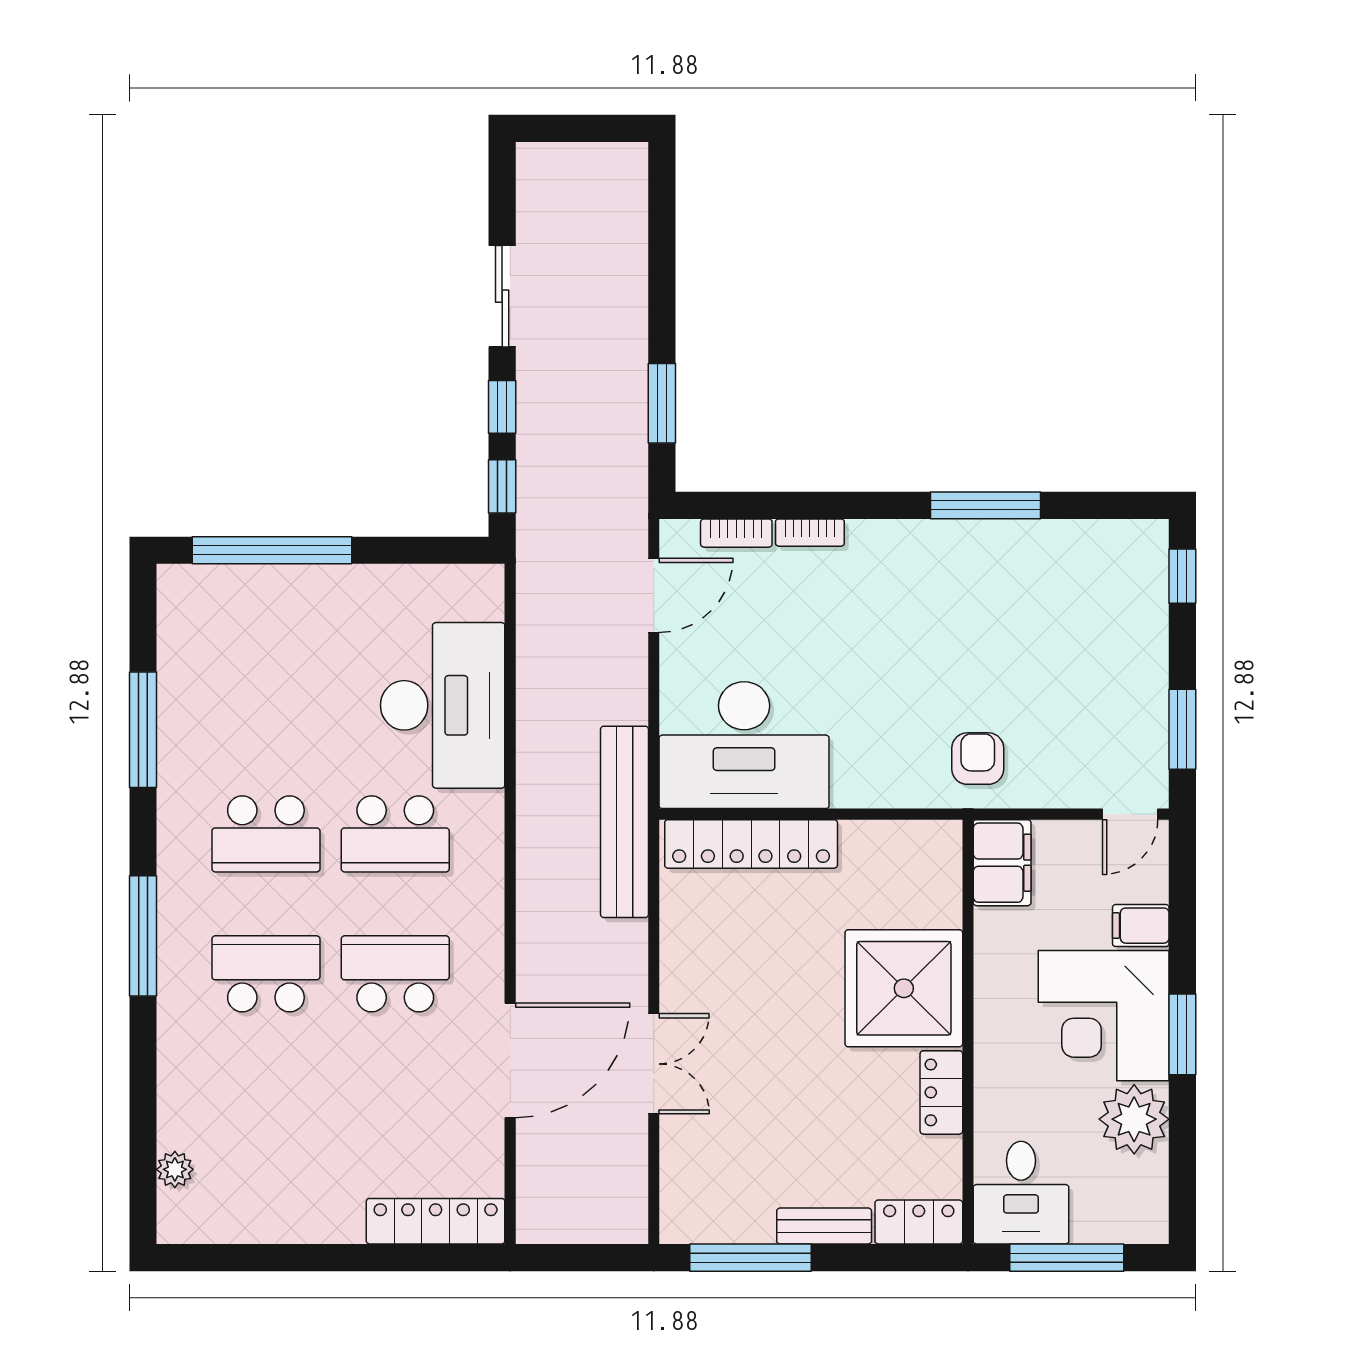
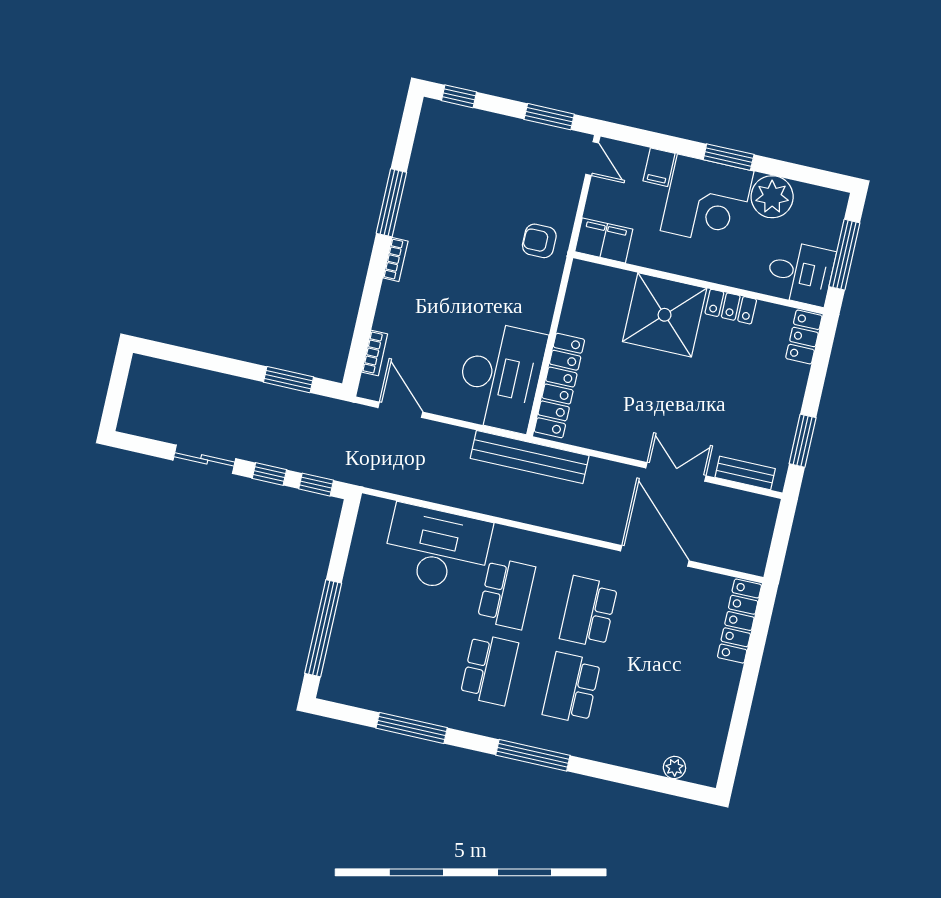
bookcase: (810, 533) -> (395, 260), moved
bench: (824, 1226) -> (745, 473), moved, turned 90
window: (750, 1258) -> (803, 441), width x0.69

